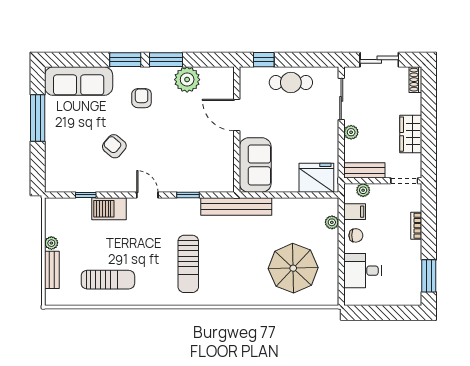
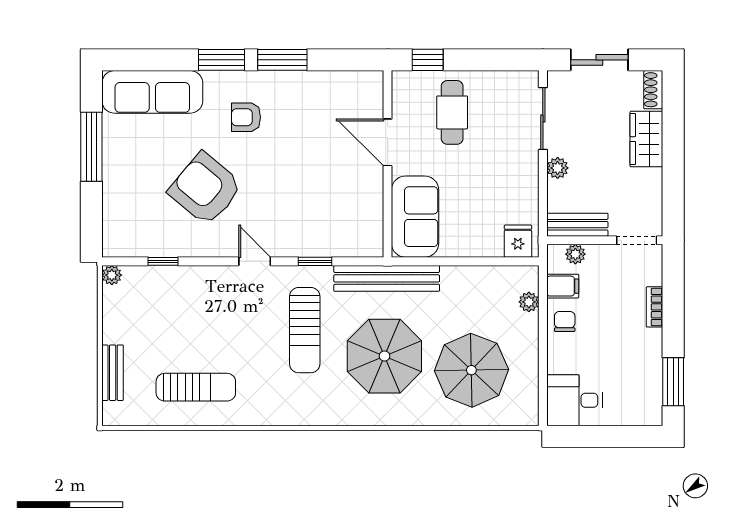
plant: (187, 80) -> (314, 90), removed
cafe table: (291, 82) -> (452, 112), moved, turned 90
armchair: (142, 98) -> (246, 117), turned -90
wardrobe: (411, 134) -> (646, 139), moved
armchair: (114, 146) -> (205, 189), width x1.88, depth x1.88
fridge: (316, 178) -> (518, 241), width x0.53, depth x0.75
barbecue: (109, 209) -> (197, 282), removed
chair: (356, 235) -> (565, 322), turned -90
plant: (51, 243) -> (112, 275), moved
parasol: (235, 259) -> (384, 356), added
sun lounger: (188, 264) -> (305, 330), moved
desk: (362, 271) -> (574, 400), moved

